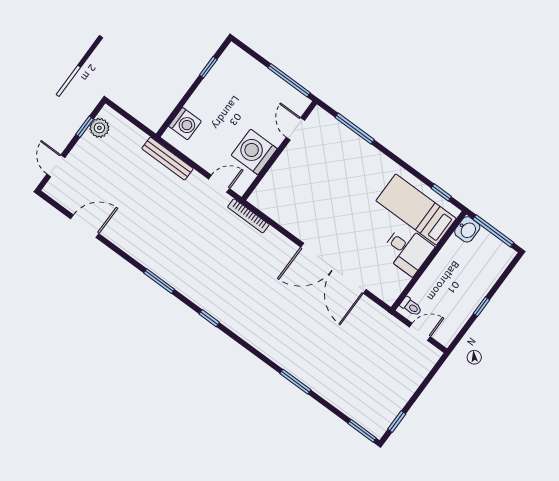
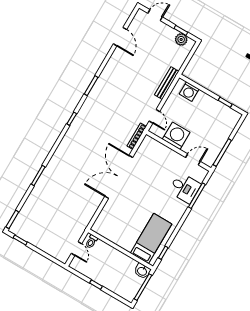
desk: (407, 250) -> (185, 188), moved, turned -90
double door: (333, 268) -> (119, 177), moved

